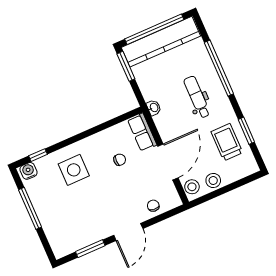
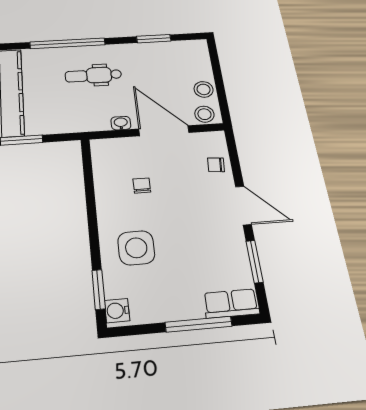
washbasin: (154, 108) -> (121, 123), moved
row of seats: (142, 132) -> (231, 303), moved, turned 180
trolley: (227, 142) -> (161, 62), removed
window: (38, 155) -> (99, 289), width x1.50
window: (30, 208) -> (199, 324), moved

